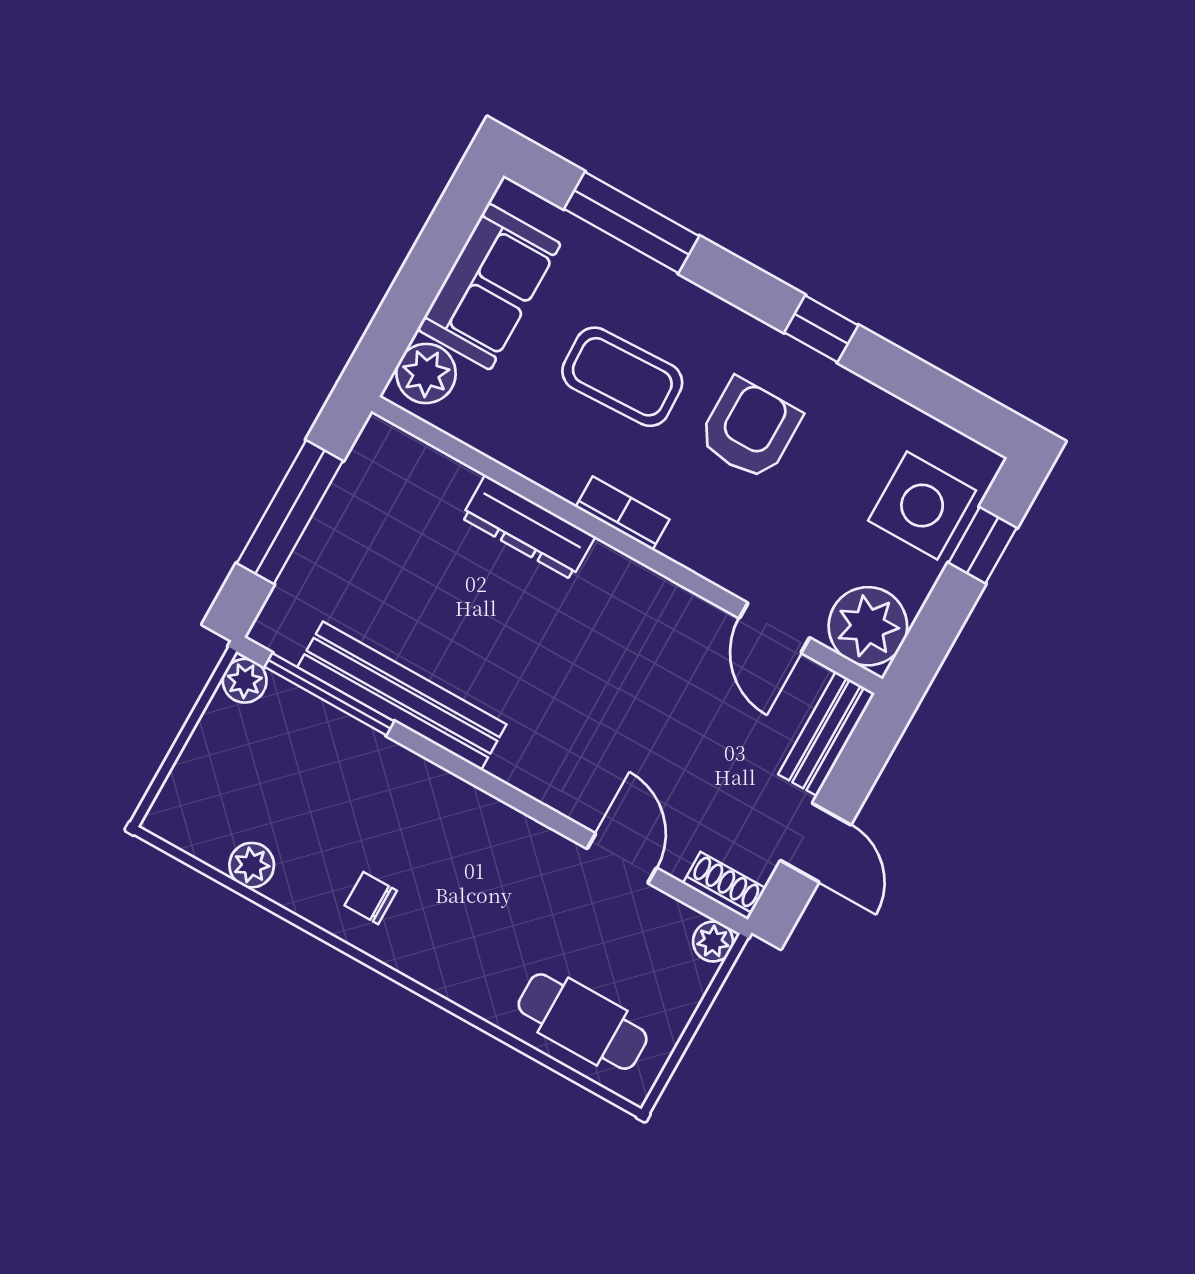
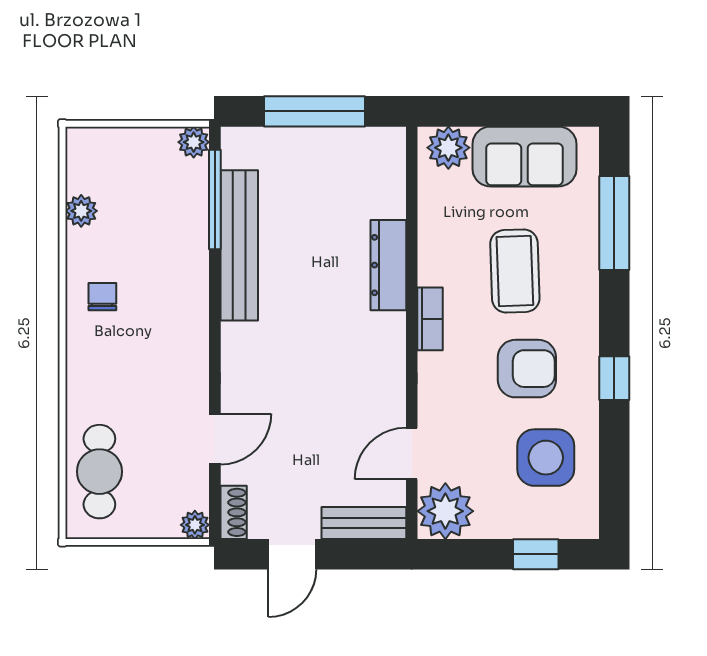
side table: (922, 505) -> (546, 458), moved

